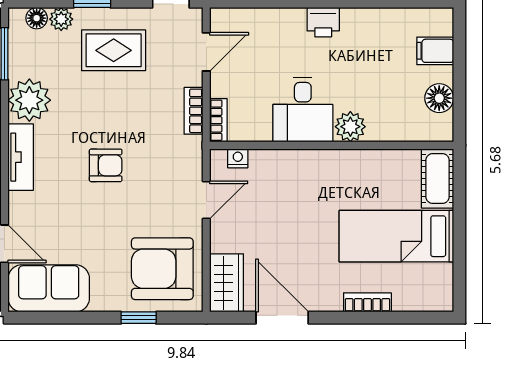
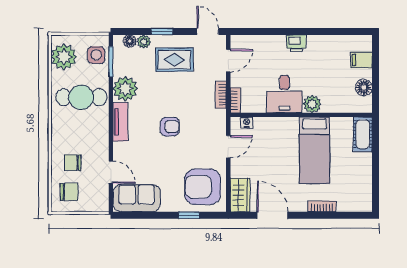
bed: (396, 236) -> (315, 150), moved, turned -90

